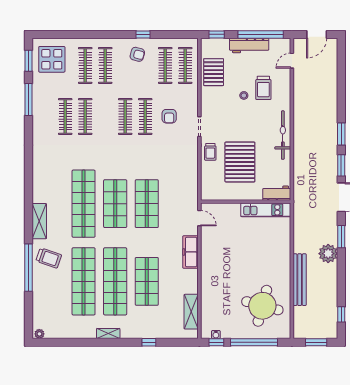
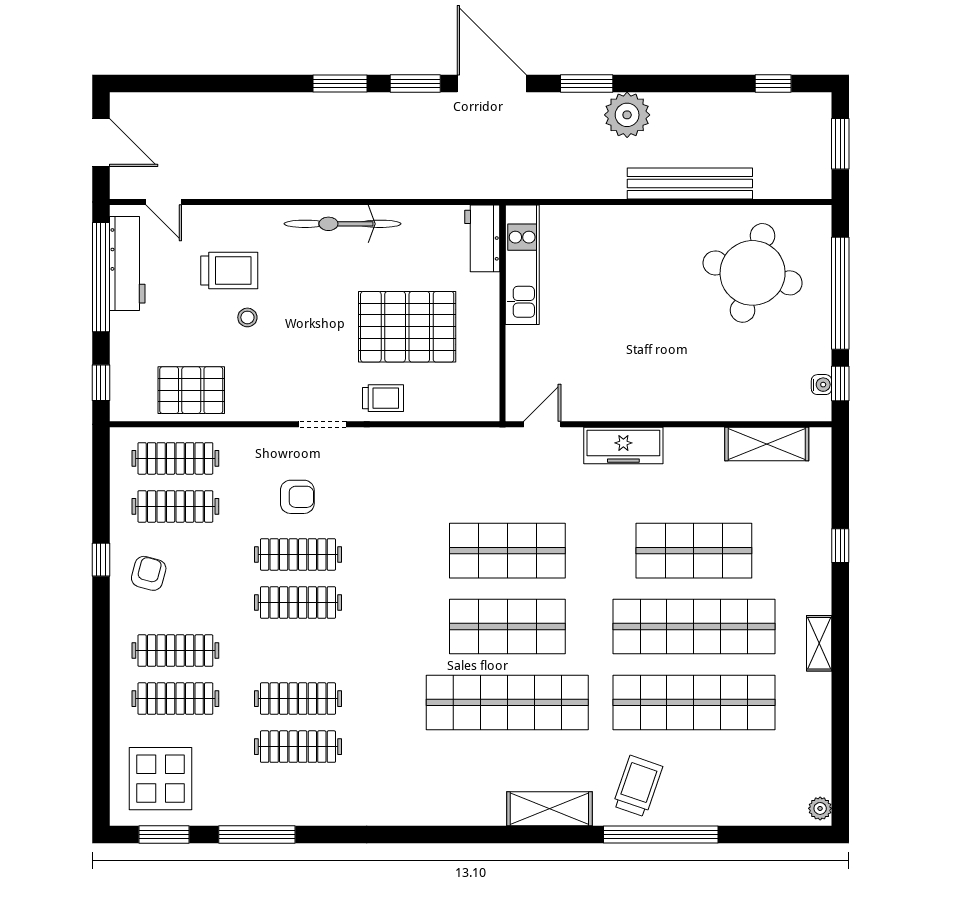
workbench: (249, 45) -> (127, 264), moved

